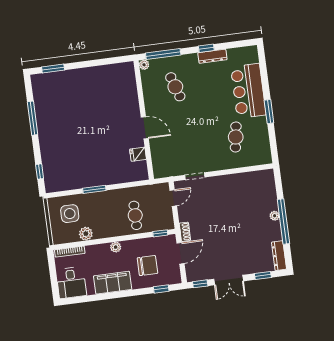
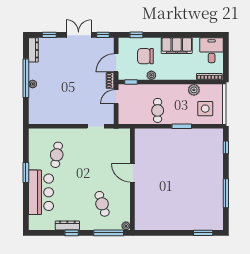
fridge: (138, 154) -> (141, 151), removed
door: (173, 198) -> (116, 97), moved
cafe table: (135, 215) -> (158, 110), moved
plant: (116, 247) -> (151, 75), moved

